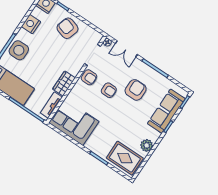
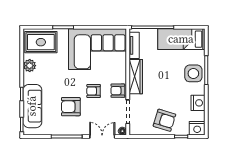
wardrobe: (64, 84) -> (136, 77), width x1.50
armchair: (136, 90) -> (71, 107), turned 90
corner sofa: (74, 122) -> (97, 49), width x1.36, depth x1.36

